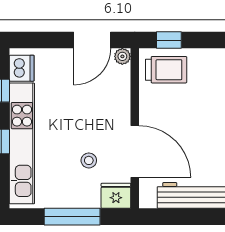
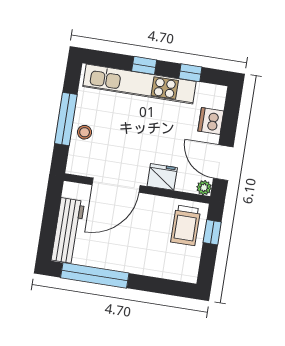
dishwasher: (22, 68) -> (211, 121), moved, turned 90
stool: (89, 160) -> (85, 132), moved
fridge: (116, 196) -> (162, 177), moved, turned -90

